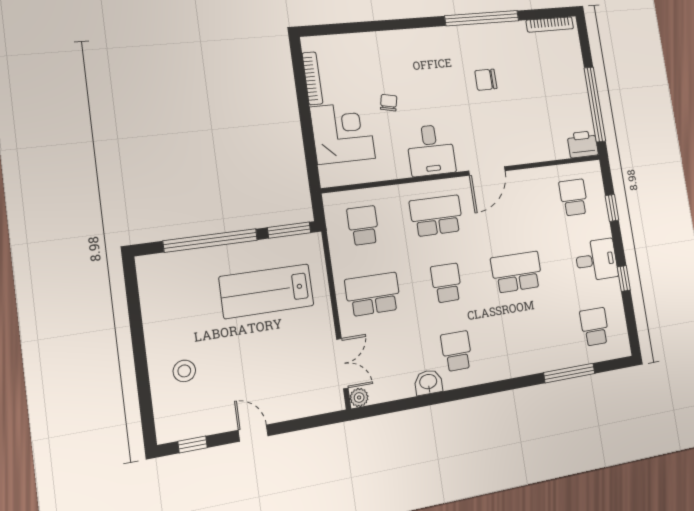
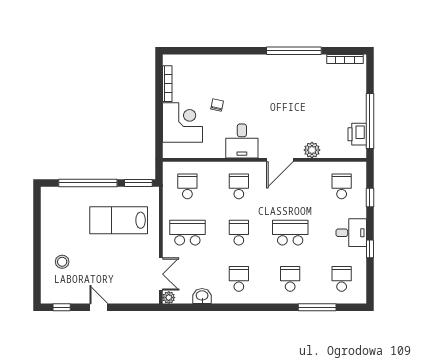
chair: (486, 80) -> (290, 95), removed
printer: (583, 144) -> (357, 134), moved, turned -90
plant: (527, 152) -> (312, 150), added
school desk: (436, 216) -> (239, 186), width x0.54
school desk: (527, 339) -> (290, 279), added
washbasin: (428, 382) -> (202, 296), moved

